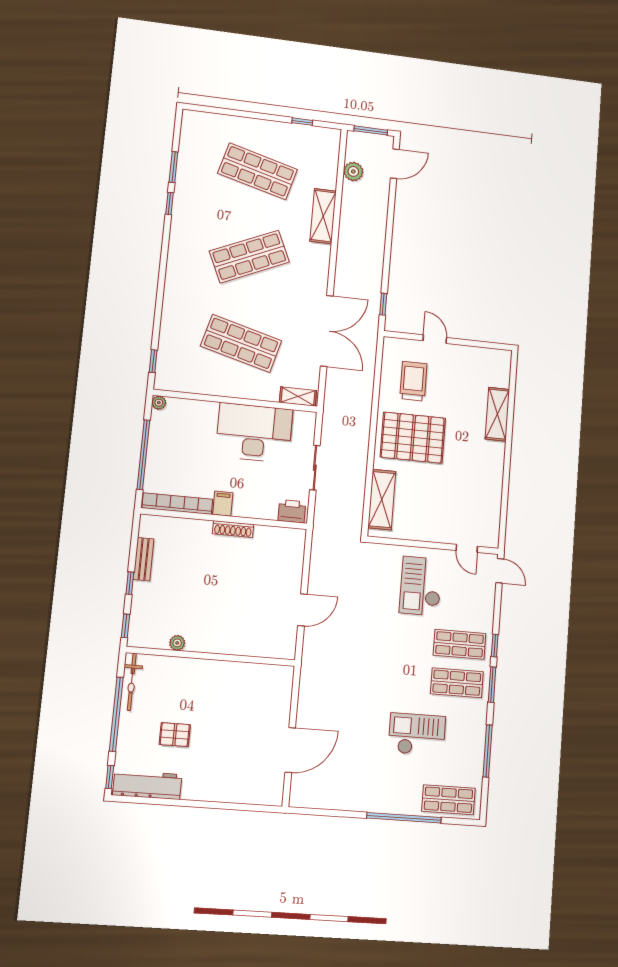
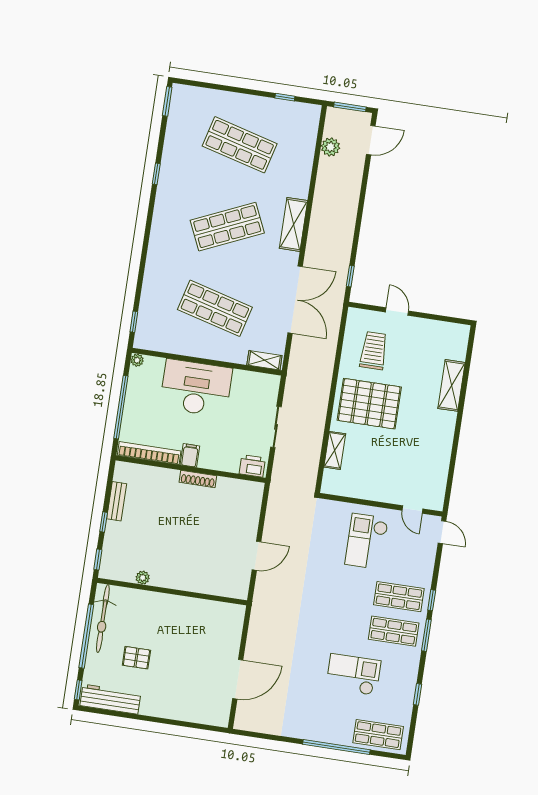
window: (173, 167) -> (167, 101), moved
shelving: (323, 216) -> (294, 224), moved
desk: (254, 433) -> (196, 388), moved
shelving: (382, 500) -> (335, 450), width x0.67, depth x0.75
bicycle: (132, 682) -> (103, 619), width x1.37, depth x1.40
window: (488, 751) -> (417, 694), width x0.46

